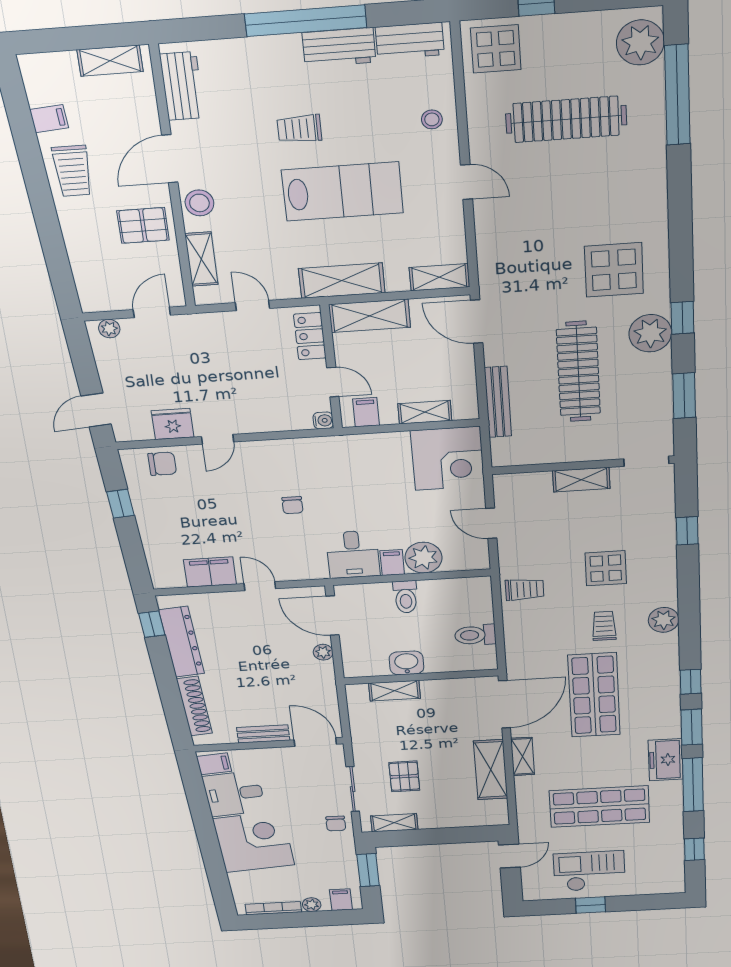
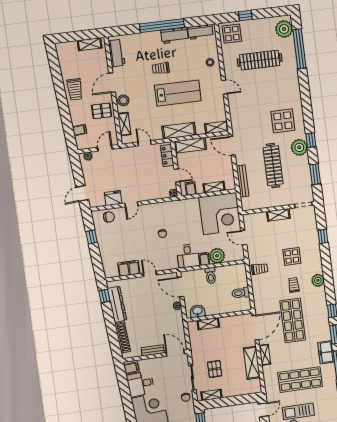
filing cabinet: (49, 119) -> (80, 130), moved
corner desk: (448, 458) -> (220, 214), width x1.36, depth x1.36
washbasin: (406, 663) -> (197, 311), moved

